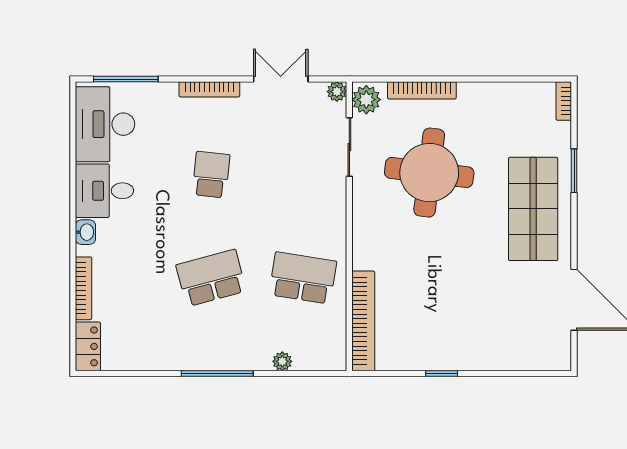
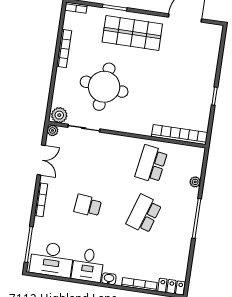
double door: (281, 79) -> (41, 160), swing flipped
bookcase: (422, 90) -> (64, 49), moved
school desk: (211, 278) -> (144, 214), turned 33

